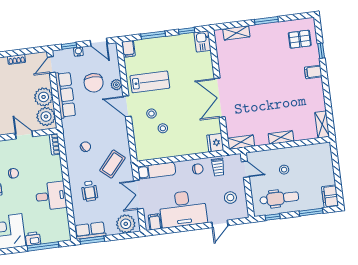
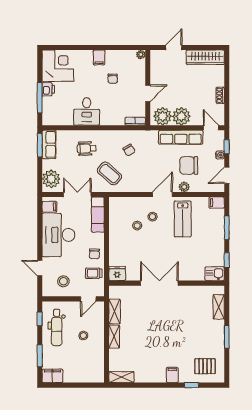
pallet: (300, 39) -> (205, 366), turned 90
shelving: (241, 142) -> (115, 311), moved

